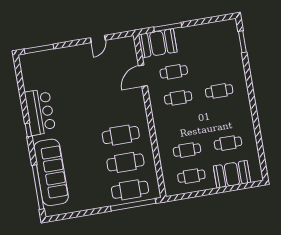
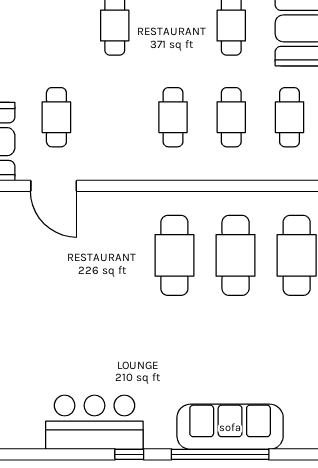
cafe table: (178, 98) -> (173, 117), moved
sofa: (51, 172) -> (230, 427), width x0.74, depth x0.79
window: (38, 187) -> (220, 454), moved

